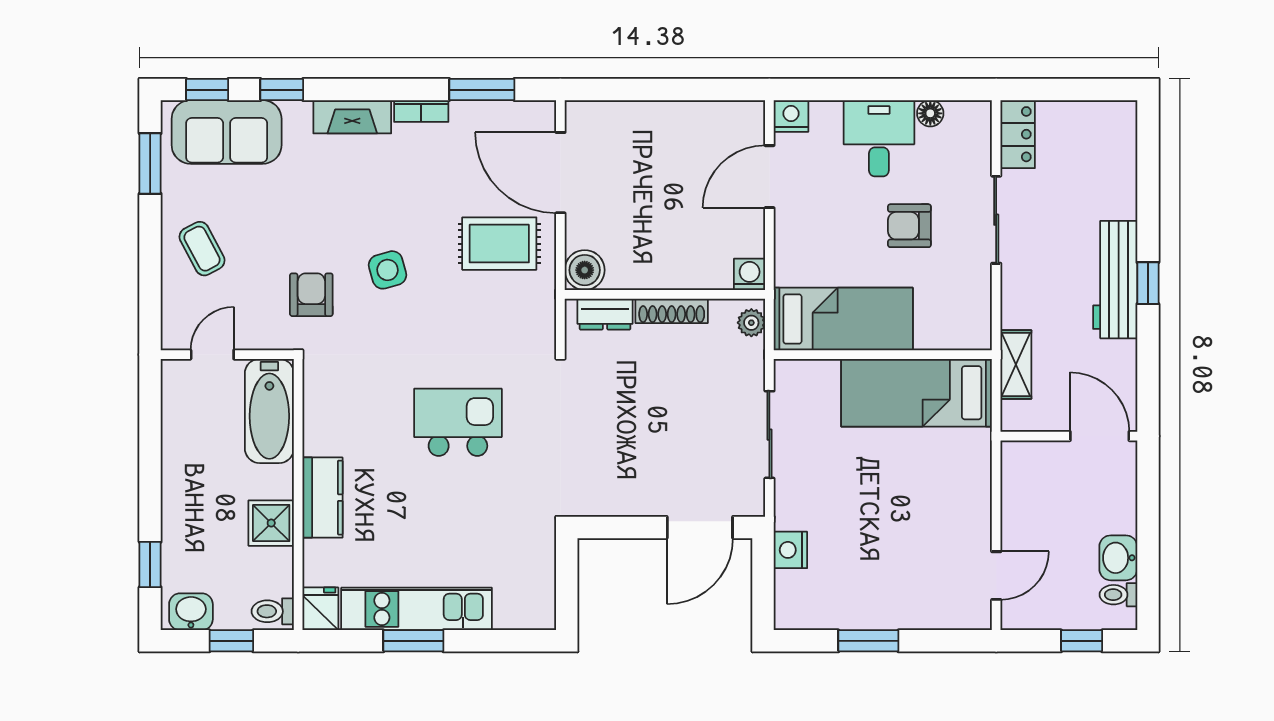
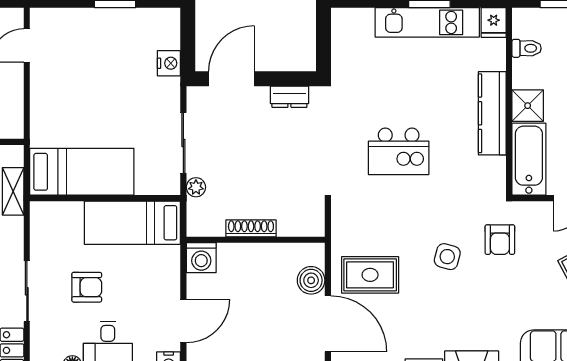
side table: (388, 270) -> (447, 257), turned 31
boiler: (585, 270) -> (311, 280), moved
washing machine: (750, 274) -> (201, 258), width x1.38, depth x1.38
dresser: (605, 314) -> (289, 97), moved, turned 180
plant: (751, 323) -> (196, 187), moved
kitchen counter: (323, 498) -> (492, 113), width x1.50
shower: (271, 523) -> (528, 106), moved
toilet: (273, 611) -> (527, 48), moved

